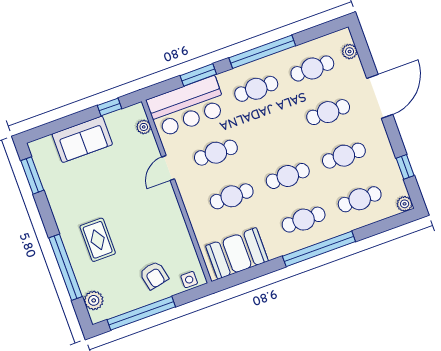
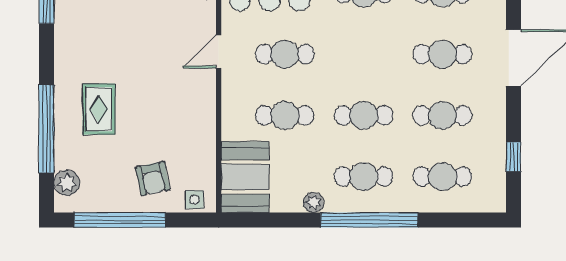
plant: (405, 204) -> (313, 202), moved
booth: (237, 253) -> (245, 177), moved, turned 90

